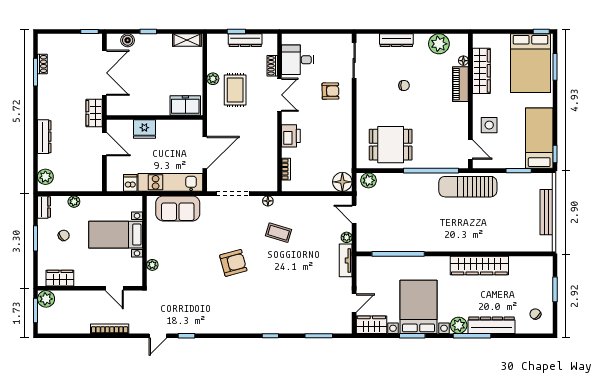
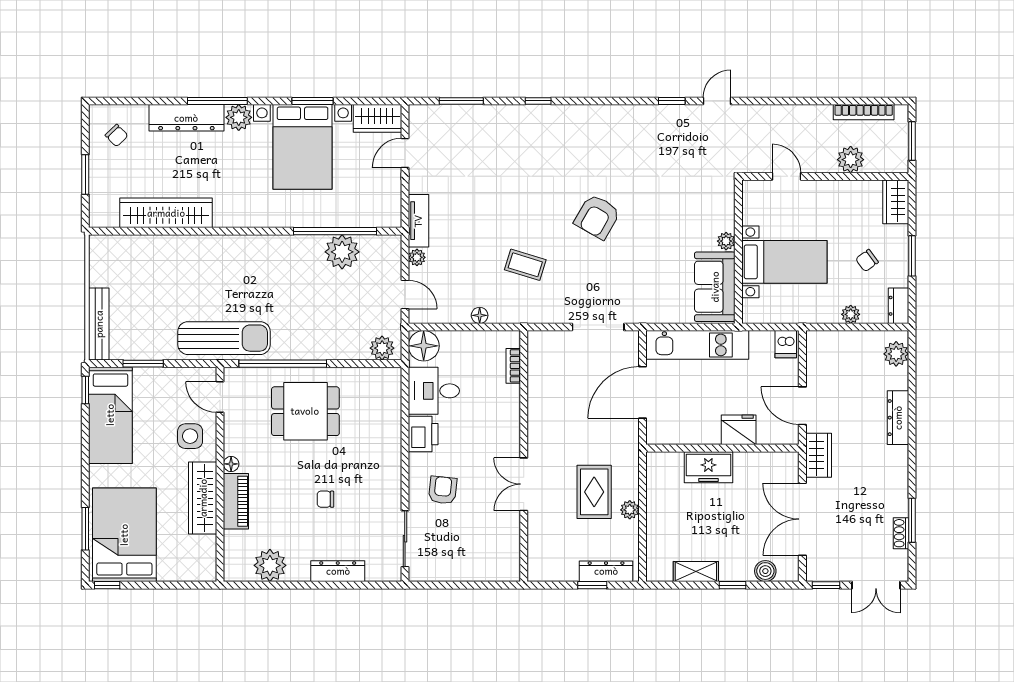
double door: (58, 31) -> (876, 585), added
shelving: (187, 40) -> (696, 572), moved
dresser: (245, 40) -> (606, 571), moved
desk: (298, 60) -> (434, 391), moved, turned 180
floor lamp: (463, 61) -> (231, 464), moved
shoe rack: (272, 66) -> (535, 530), removed
wardrobe: (481, 71) -> (203, 498), moved
armchair: (330, 91) -> (443, 490), turned 97
freezer: (185, 106) -> (708, 467), moved
printer: (291, 136) -> (423, 434), moved, turned 180
dining table: (391, 145) -> (305, 411), moved
dishwasher: (130, 183) -> (786, 344), moved
floor lamp: (268, 201) -> (480, 315), moved
sofa: (178, 208) -> (715, 287), moved, turned -90
bench: (547, 212) -> (99, 324), moved
plant: (394, 241) -> (342, 252), added
armchair: (233, 263) -> (597, 217), turned -45
plant: (152, 265) -> (726, 241), moved
wardrobe: (479, 265) -> (166, 213), moved
wardrobe: (60, 278) -> (896, 202), moved, turned 90
plant: (46, 299) -> (851, 160), moved
bookcase: (110, 329) -> (864, 112), moved

